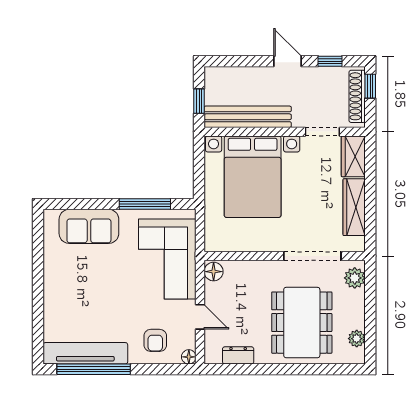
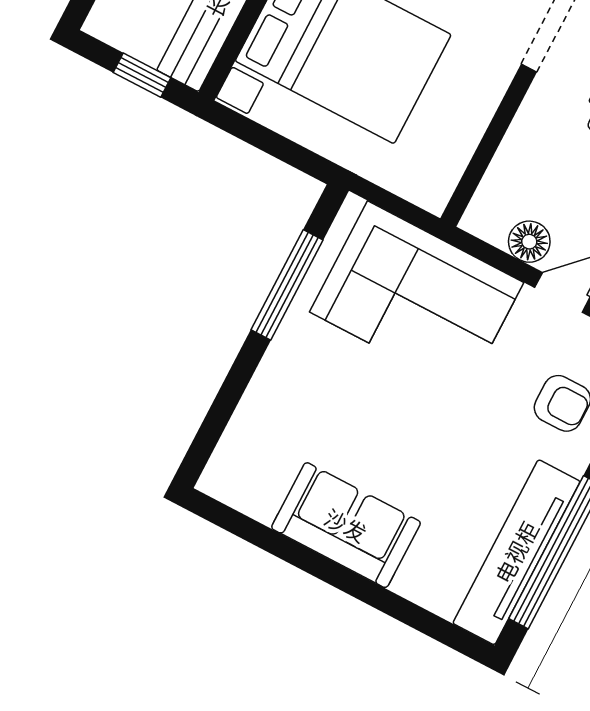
sofa: (89, 226) -> (346, 525), moved, turned -90
floor lamp: (214, 272) -> (529, 242), moved

